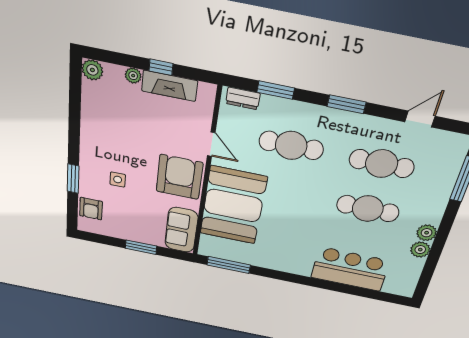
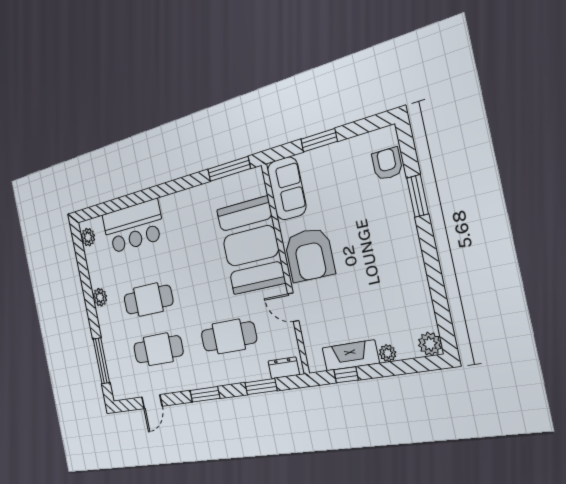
window: (161, 67) -> (346, 375), moved
side table: (118, 180) -> (369, 220), removed
plant: (420, 250) -> (88, 237), moved

